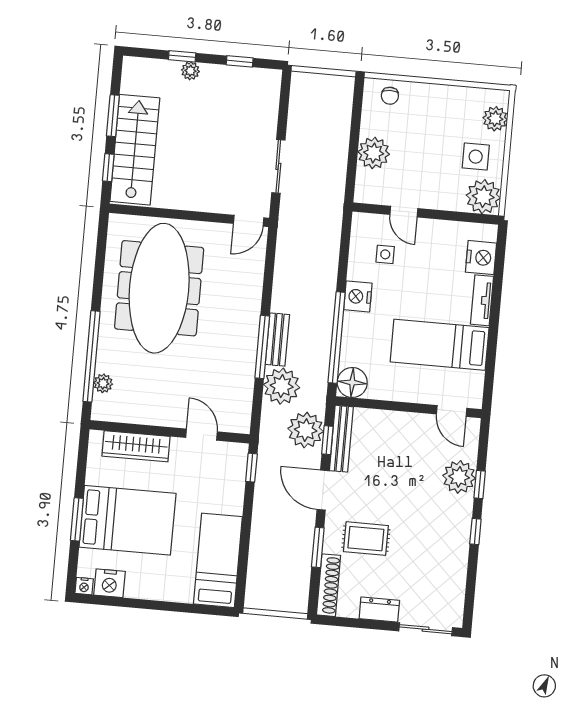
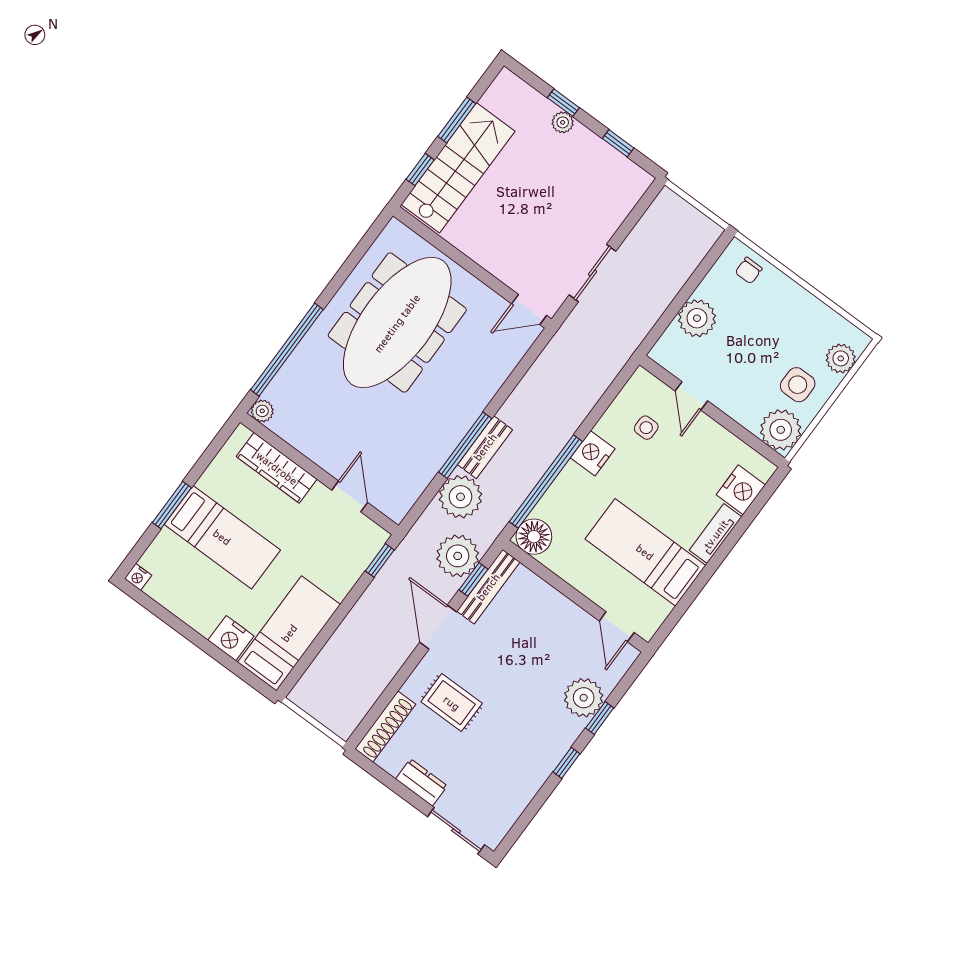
plant: (103, 383) -> (262, 411), moved
bed: (127, 520) -> (222, 537), width x0.67
window: (318, 547) -> (398, 682), removed
nightstand: (109, 583) -> (231, 638), moved

